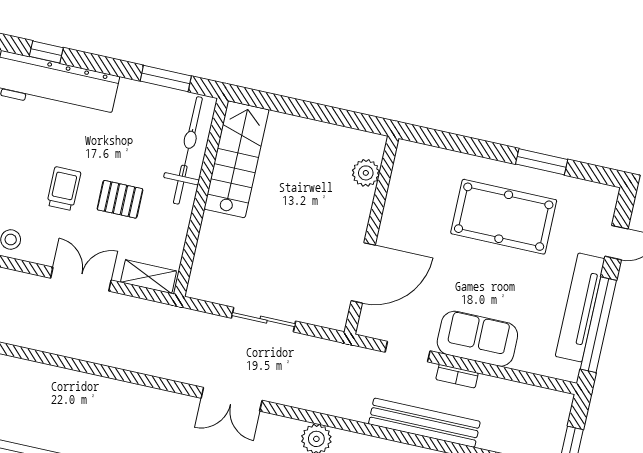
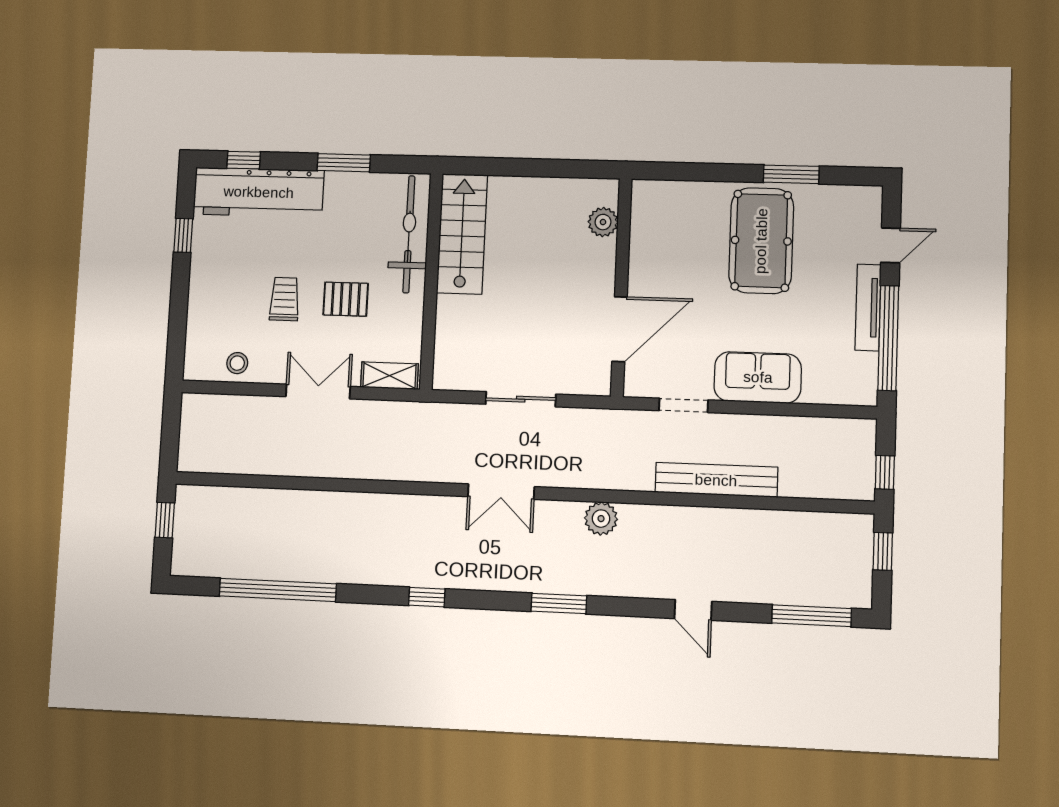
window: (166, 78) -> (344, 163), moved
pool table: (504, 217) -> (761, 241), turned 90
tv unit: (580, 307) -> (868, 307), width x0.73, depth x0.78
bookcase: (457, 376) -> (743, 422), removed

